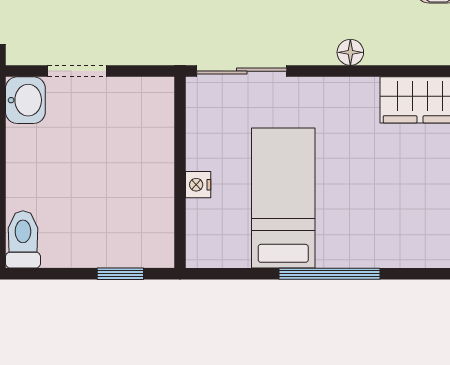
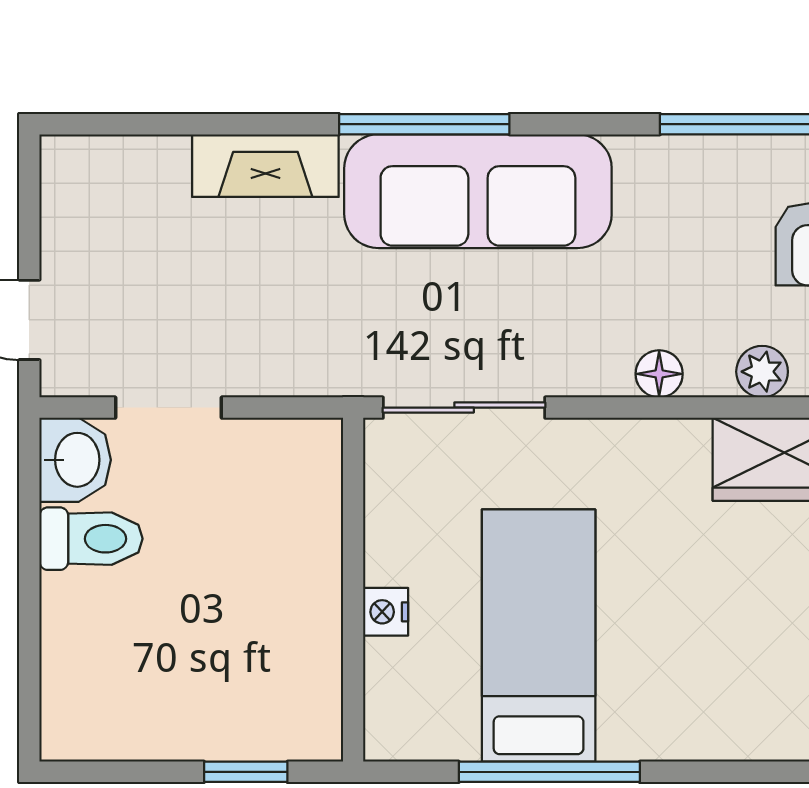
plant: (408, 51) -> (762, 372), added
toilet: (23, 239) -> (91, 539), moved, turned 90
window: (330, 274) -> (549, 772), moved

